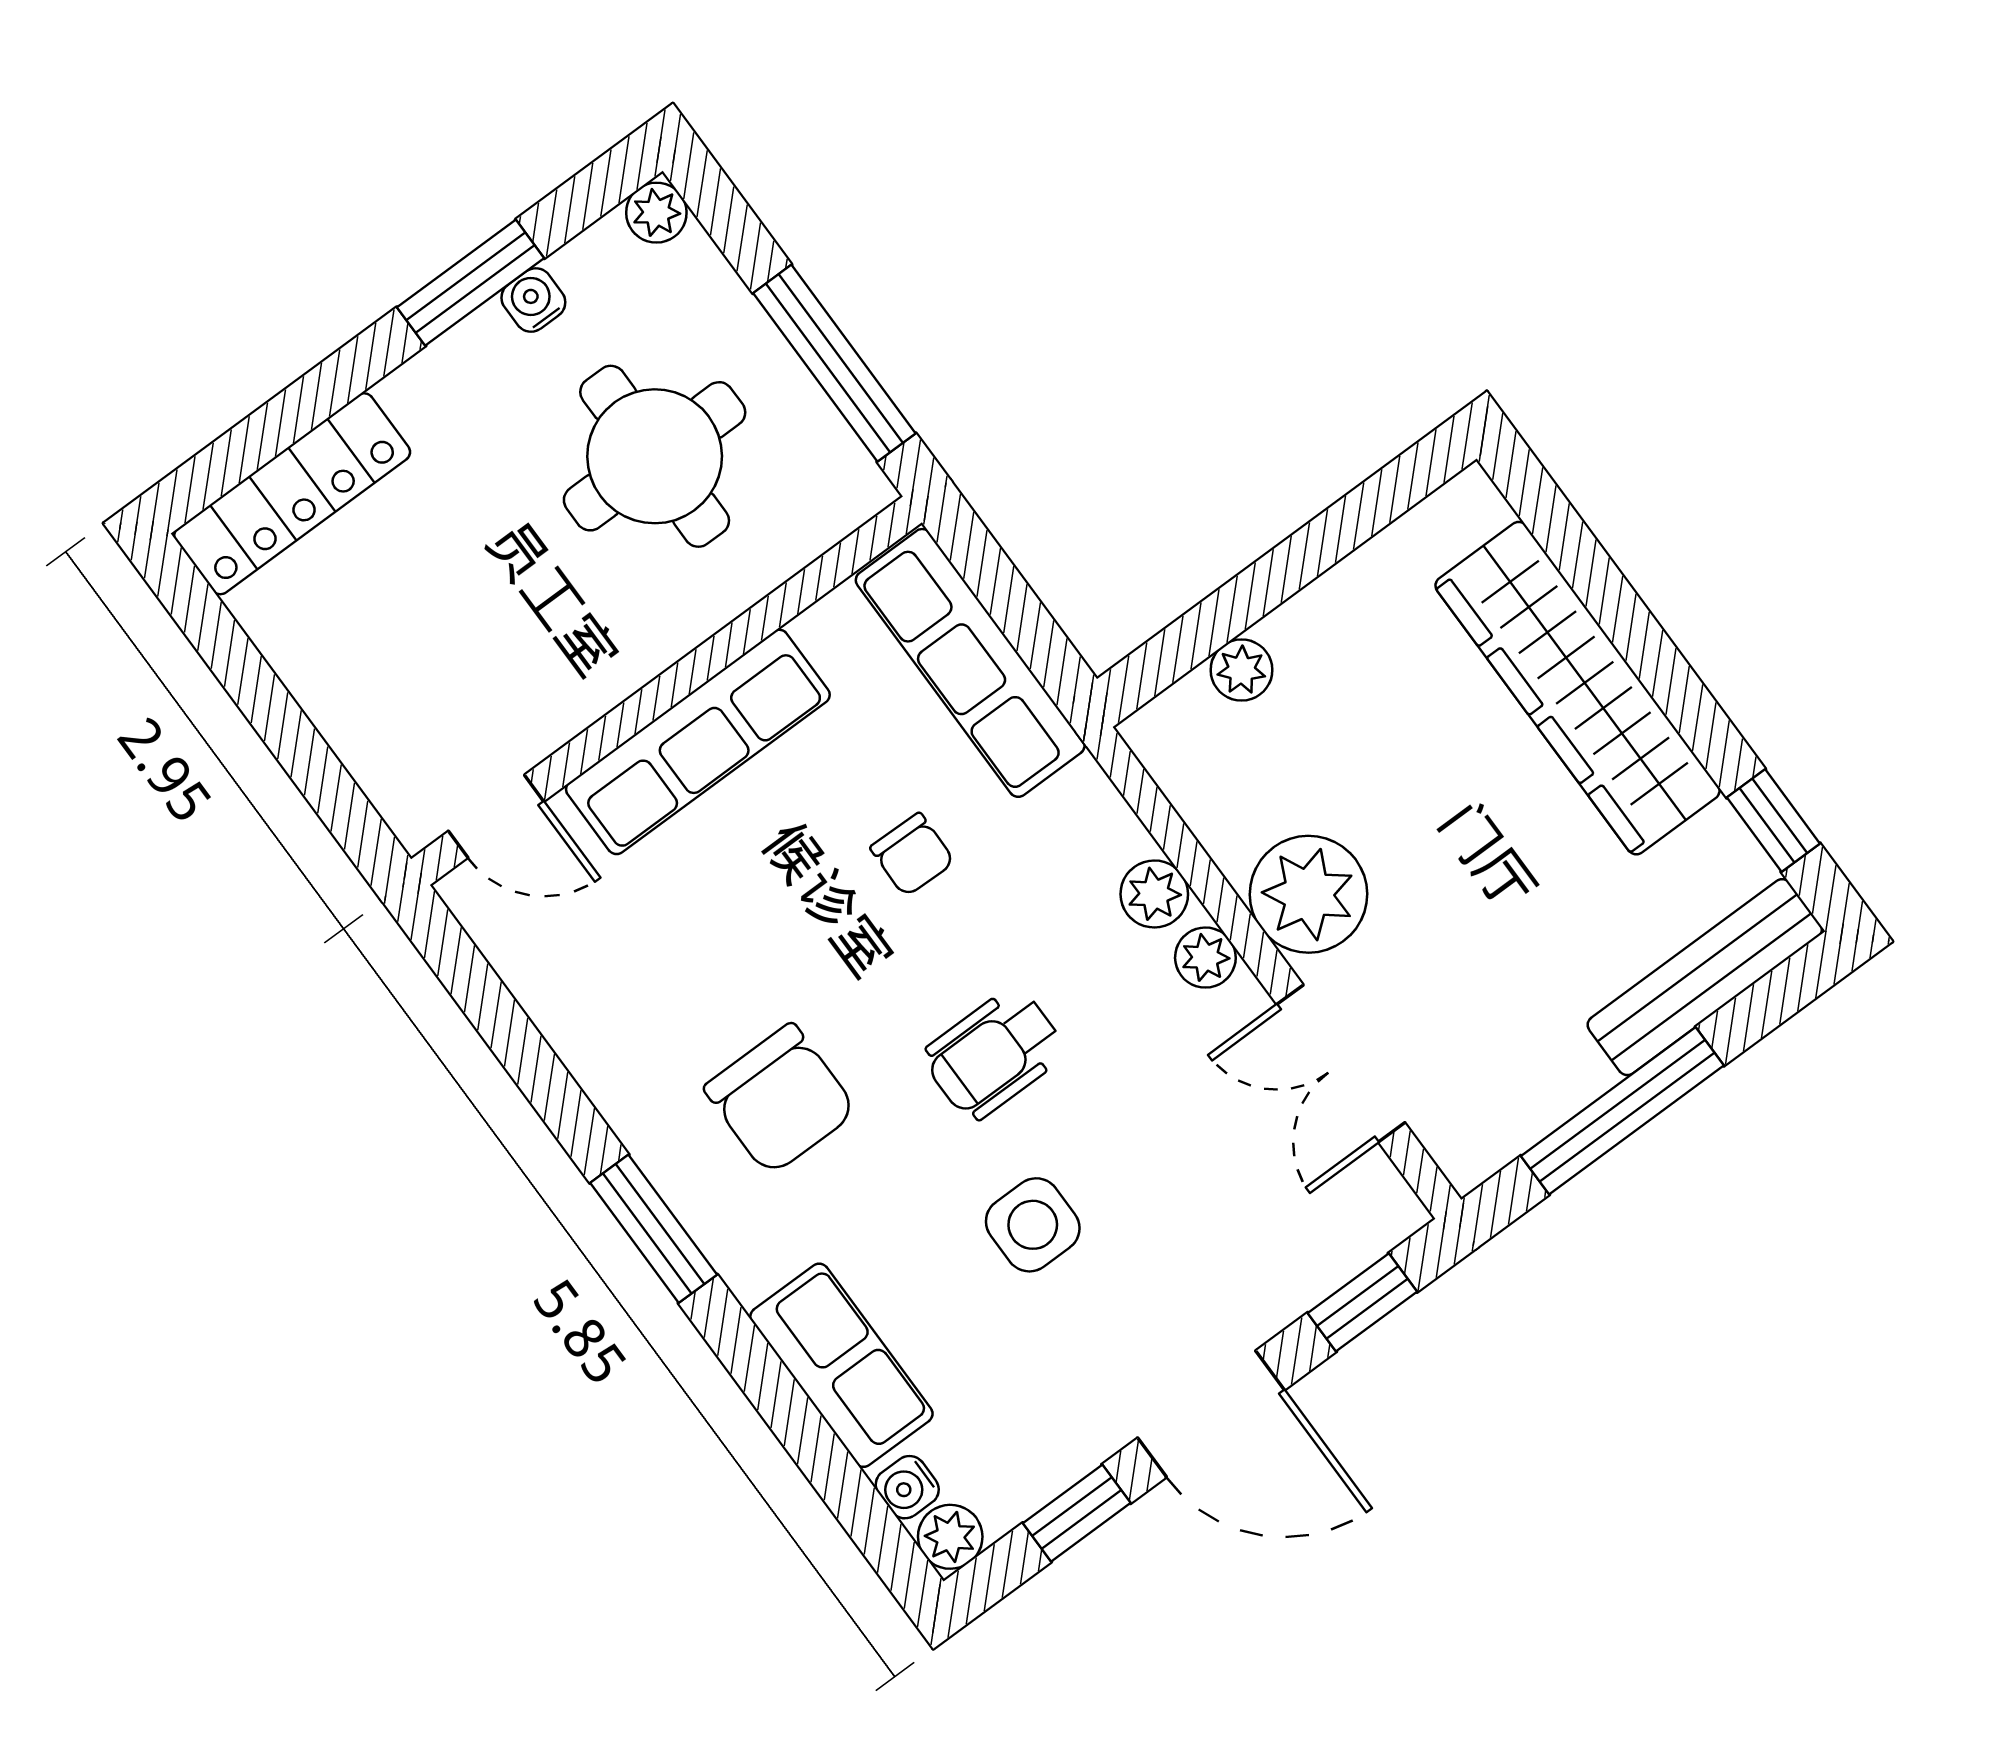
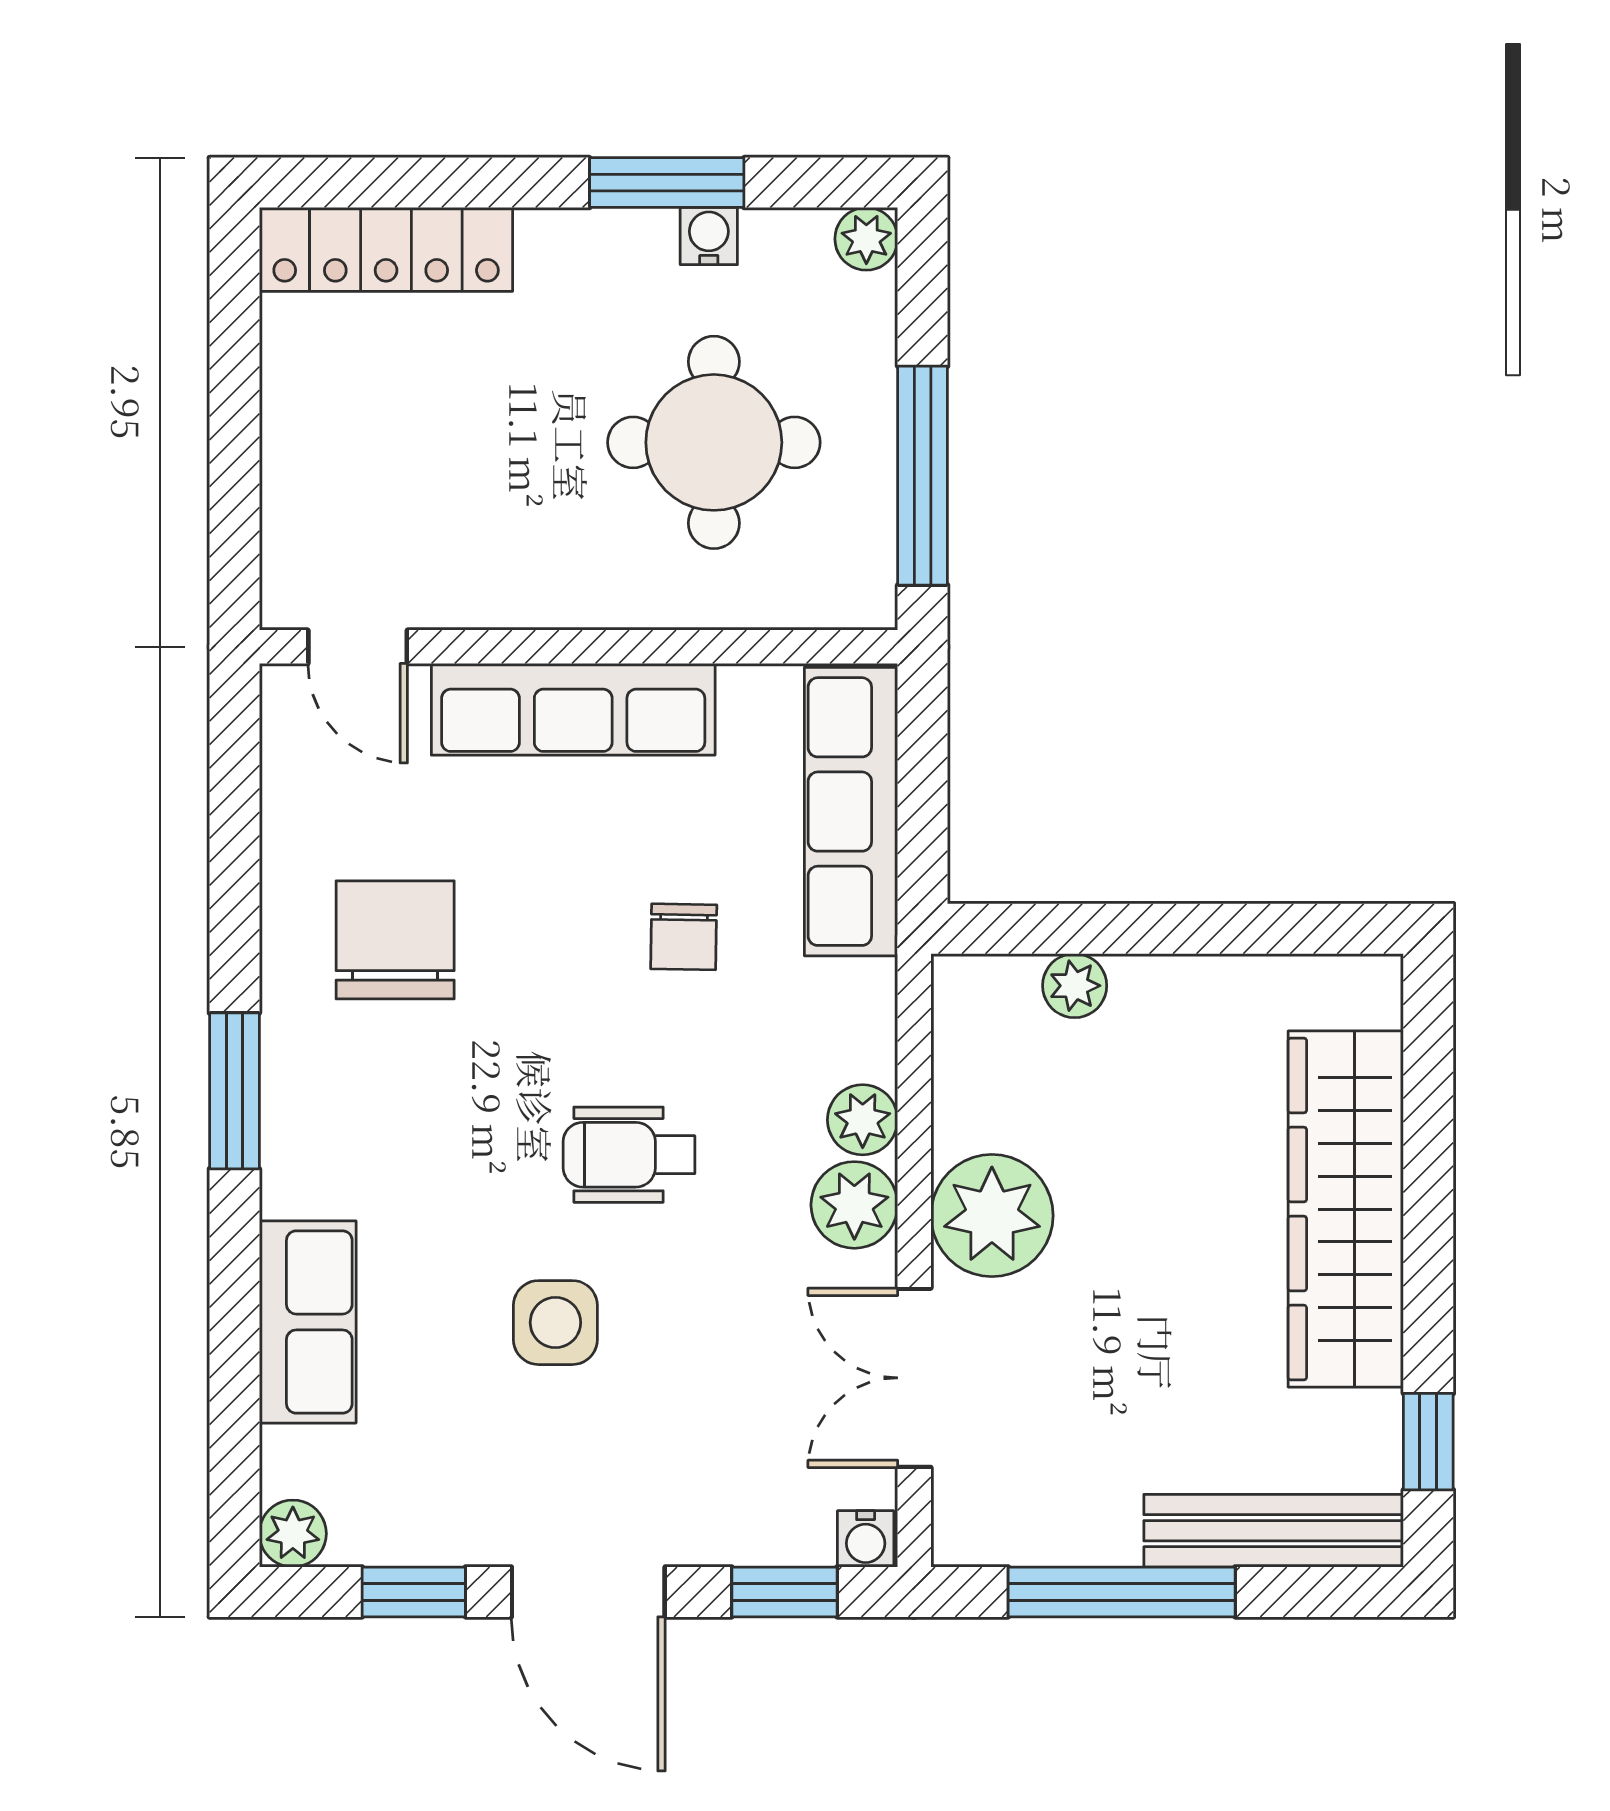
plant: (1205, 958) -> (854, 1205), width x1.38, depth x1.38
chair: (780, 1099) -> (395, 940), moved, turned 180
water cooler: (907, 1487) -> (866, 1539), moved, turned -90

